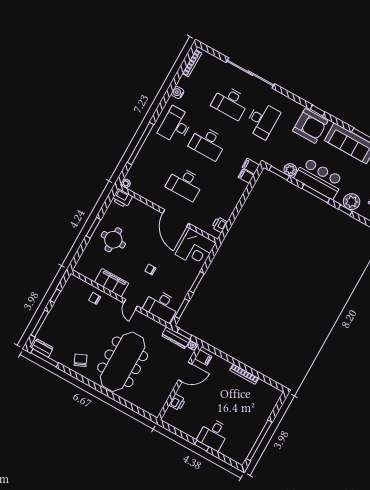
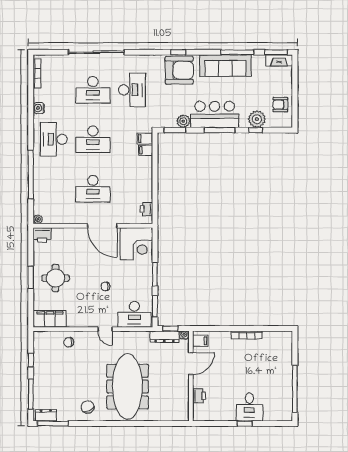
filing cabinet: (112, 283) -> (50, 319), moved

